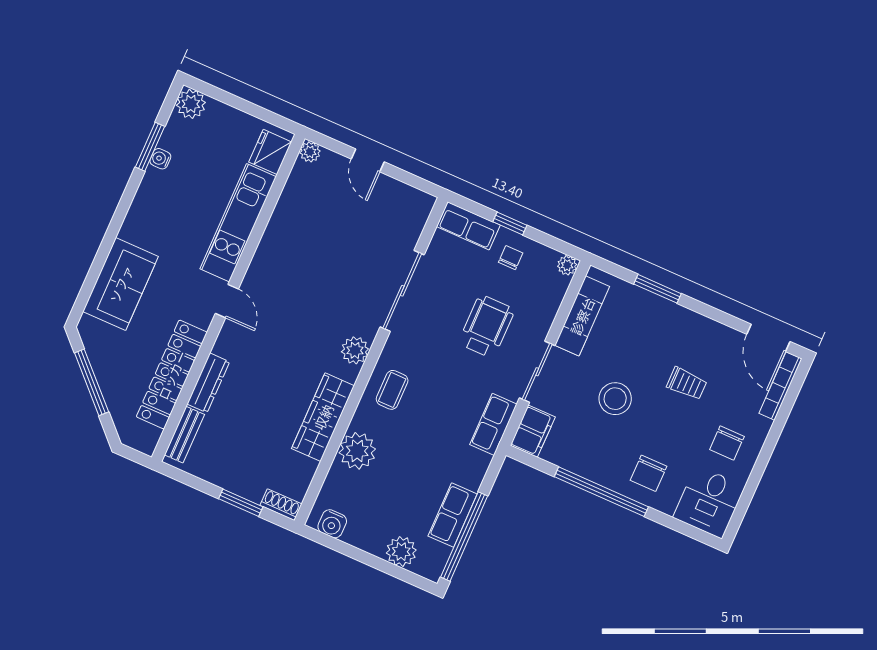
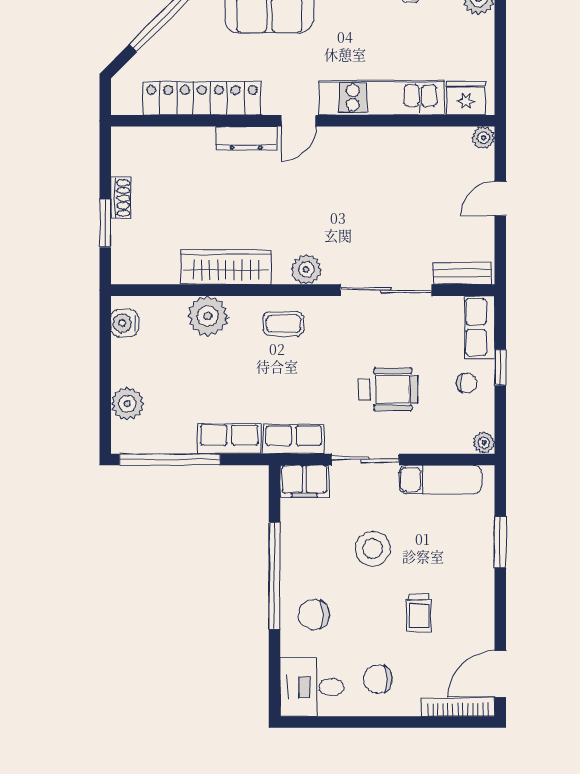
dresser: (208, 383) -> (246, 138), moved
bench: (184, 435) -> (462, 273), moved
shoe rack: (281, 505) -> (121, 198), moved
row of seats: (453, 515) -> (229, 439), moved

